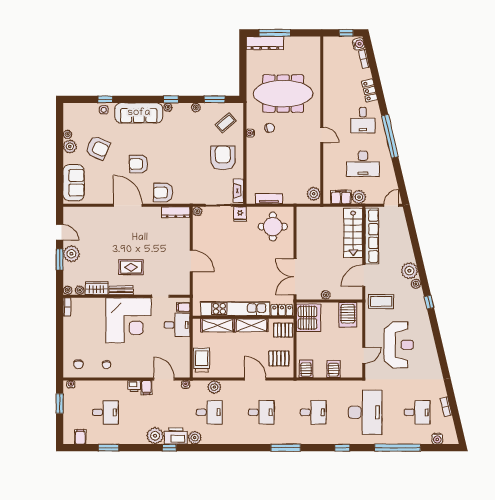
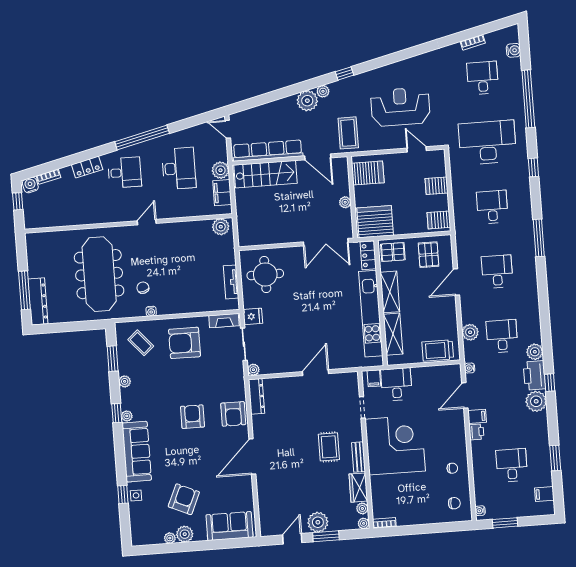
armchair: (138, 164) -> (192, 417), moved, turned 180
pallet: (283, 330) -> (393, 252), turned 90

